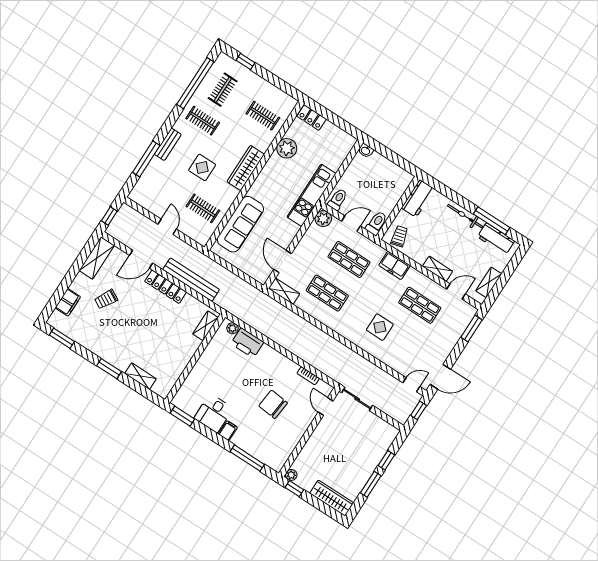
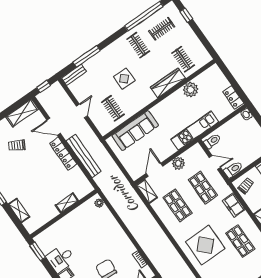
locker: (312, 118) -> (233, 97), moved
bench: (168, 144) -> (74, 75), moved
wardrobe: (246, 168) -> (168, 83), moved
plant: (323, 219) -> (178, 163), moved
shelving: (205, 326) -> (67, 203), moved
display table: (380, 327) -> (205, 245), width x1.86, depth x1.86
printer: (247, 343) -> (105, 218), removed

